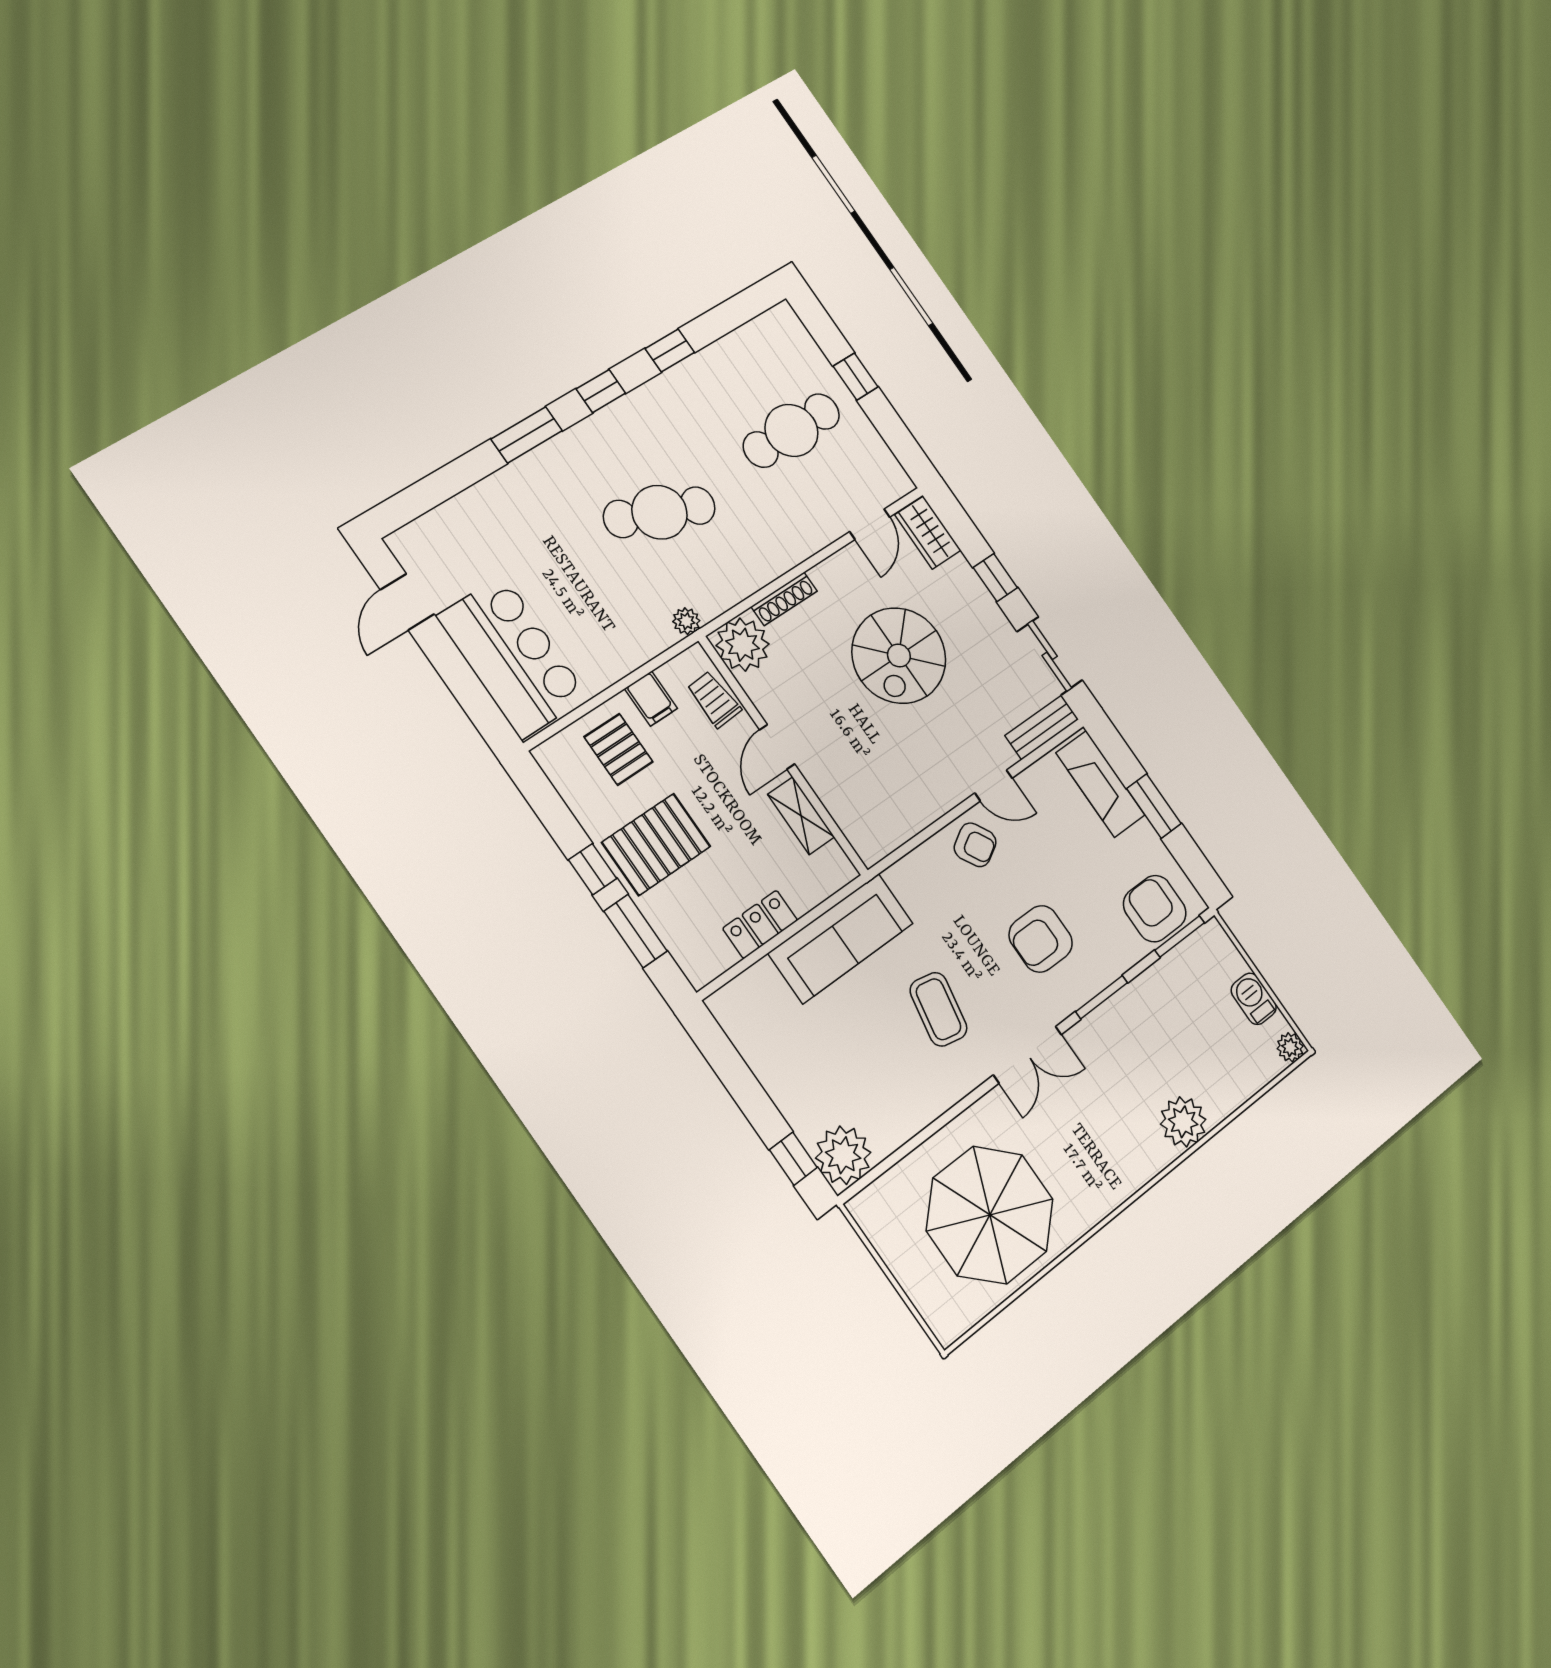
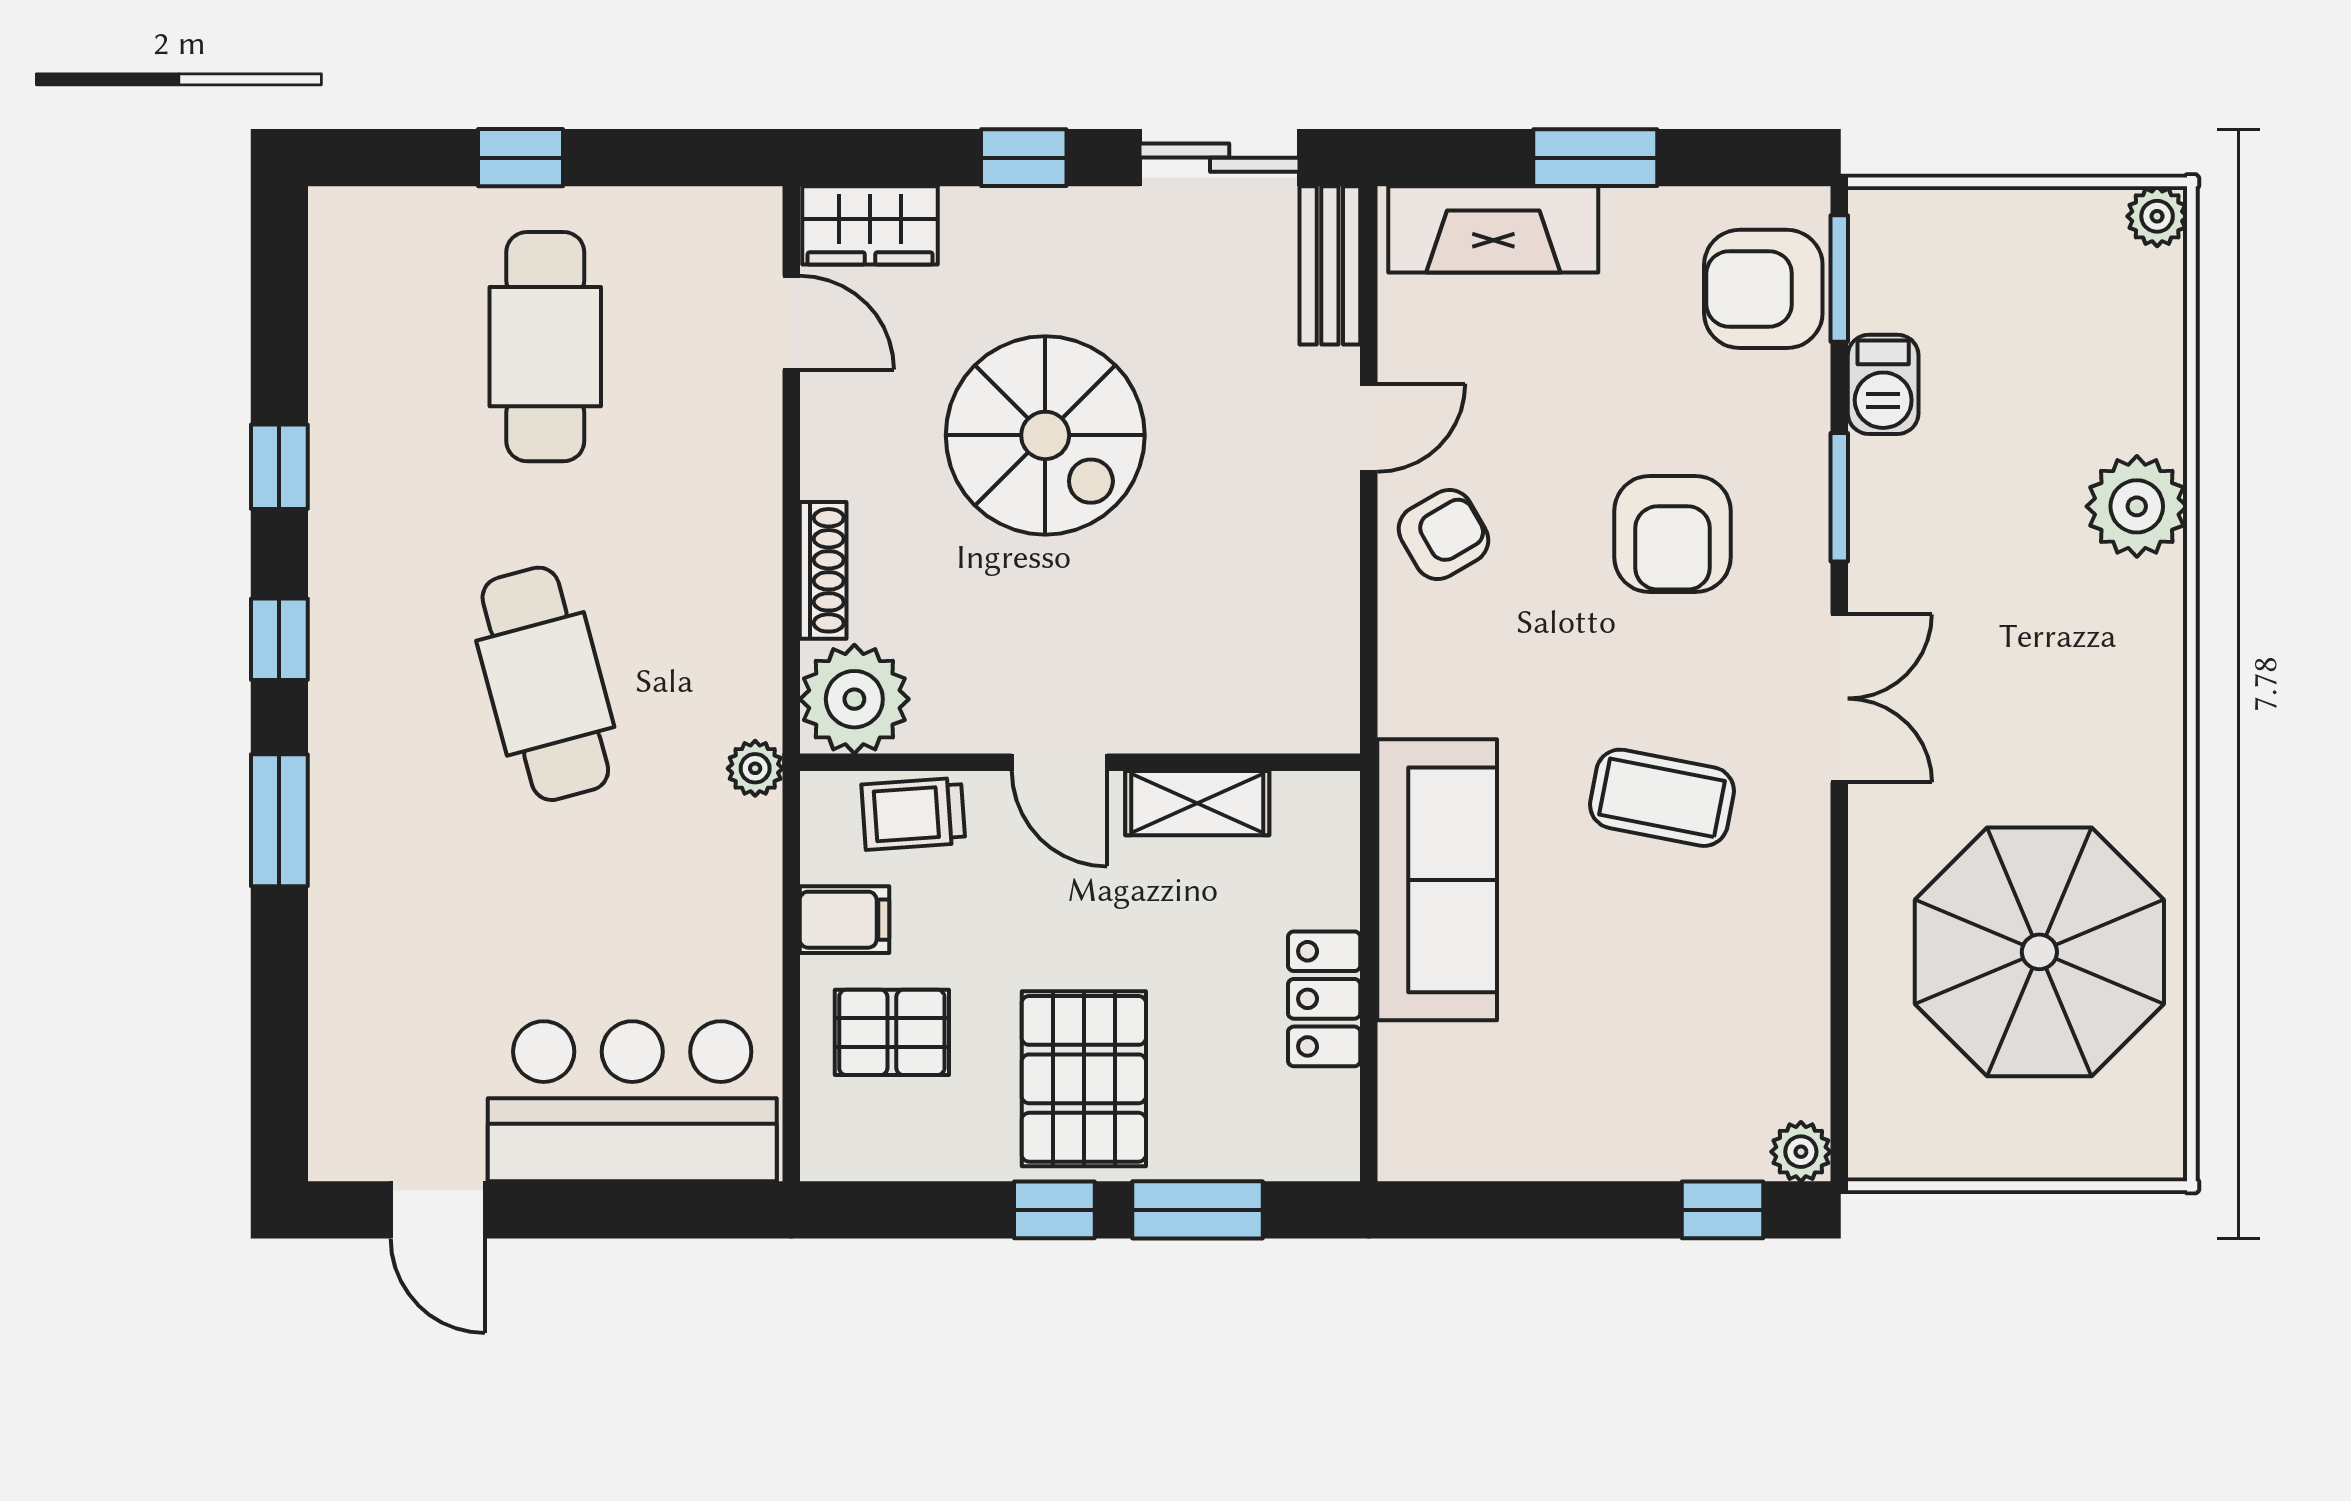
cafe table: (659, 512) -> (545, 684), turned -36
barbecue: (1254, 999) -> (1883, 384), moved, turned -90
plant: (843, 1155) -> (1801, 1152), width x0.53, depth x0.53

